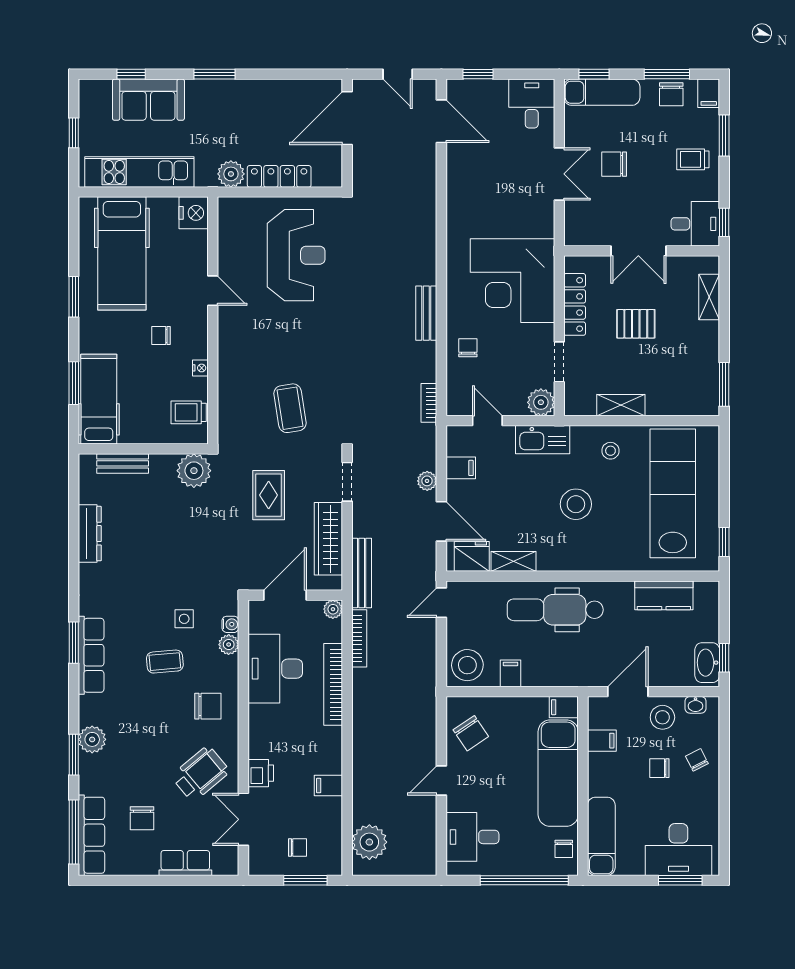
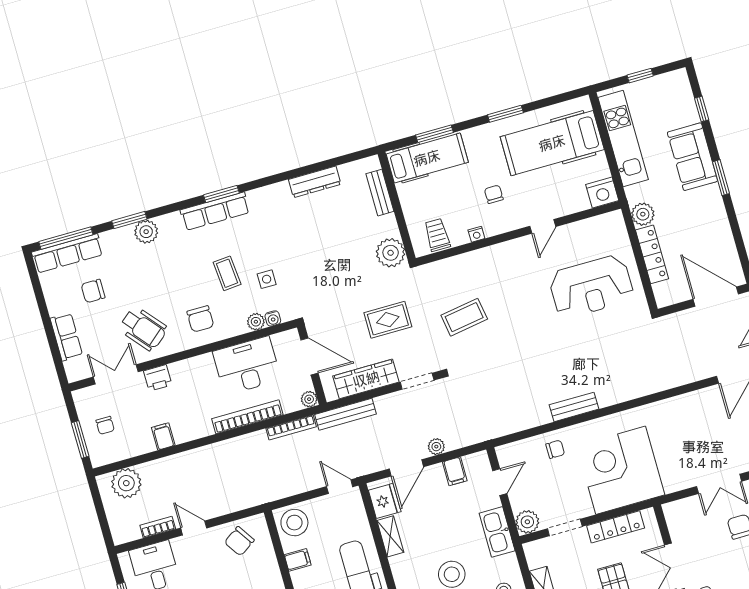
sofa: (148, 100) -> (692, 157), moved
bookcase: (429, 403) -> (158, 527), moved

